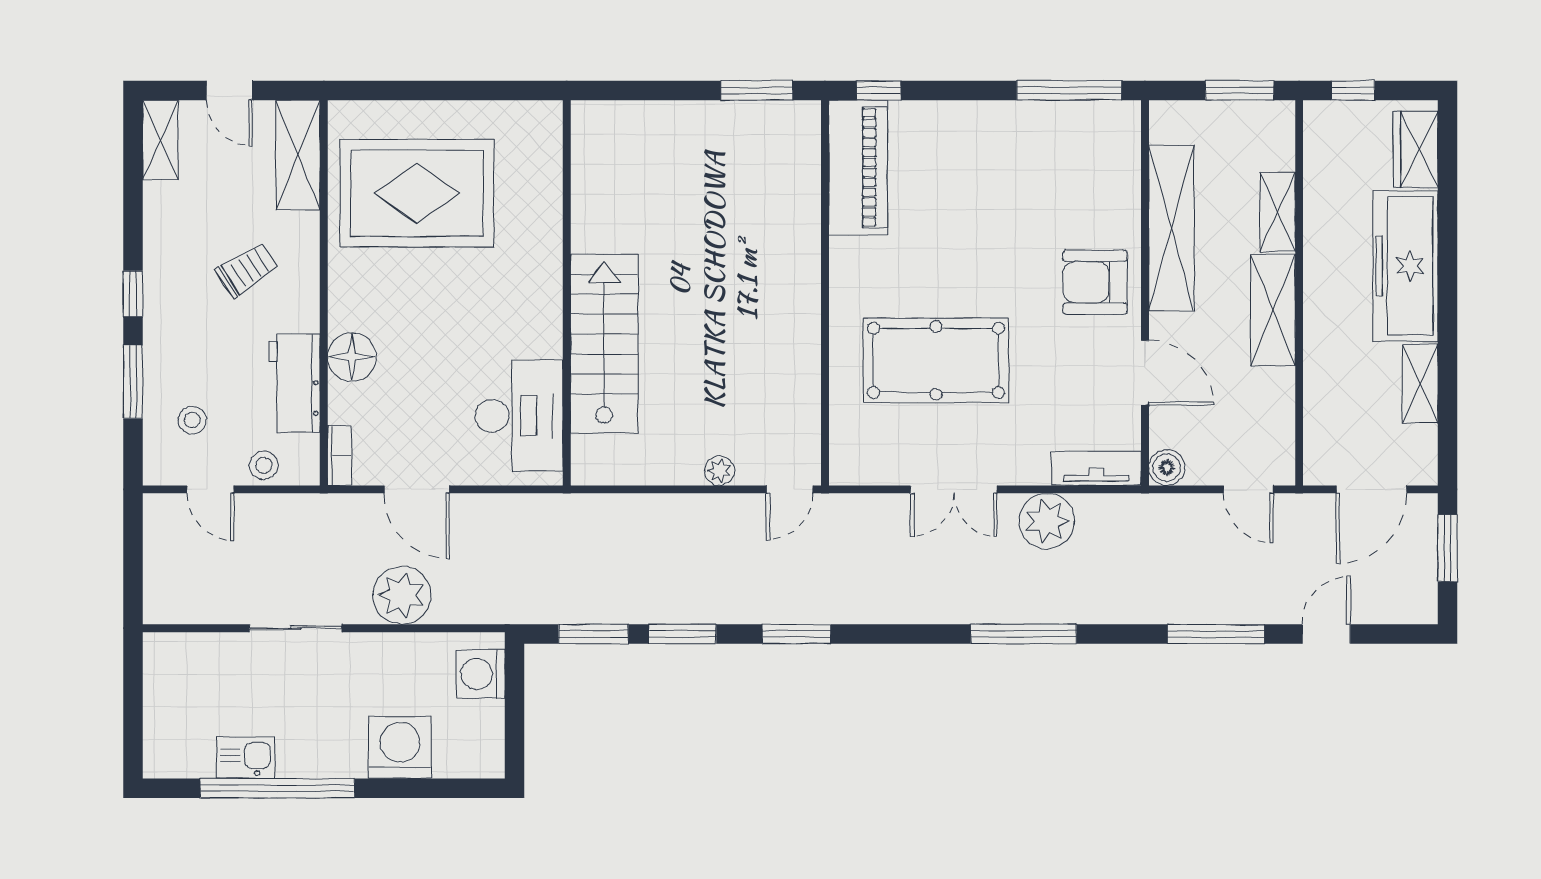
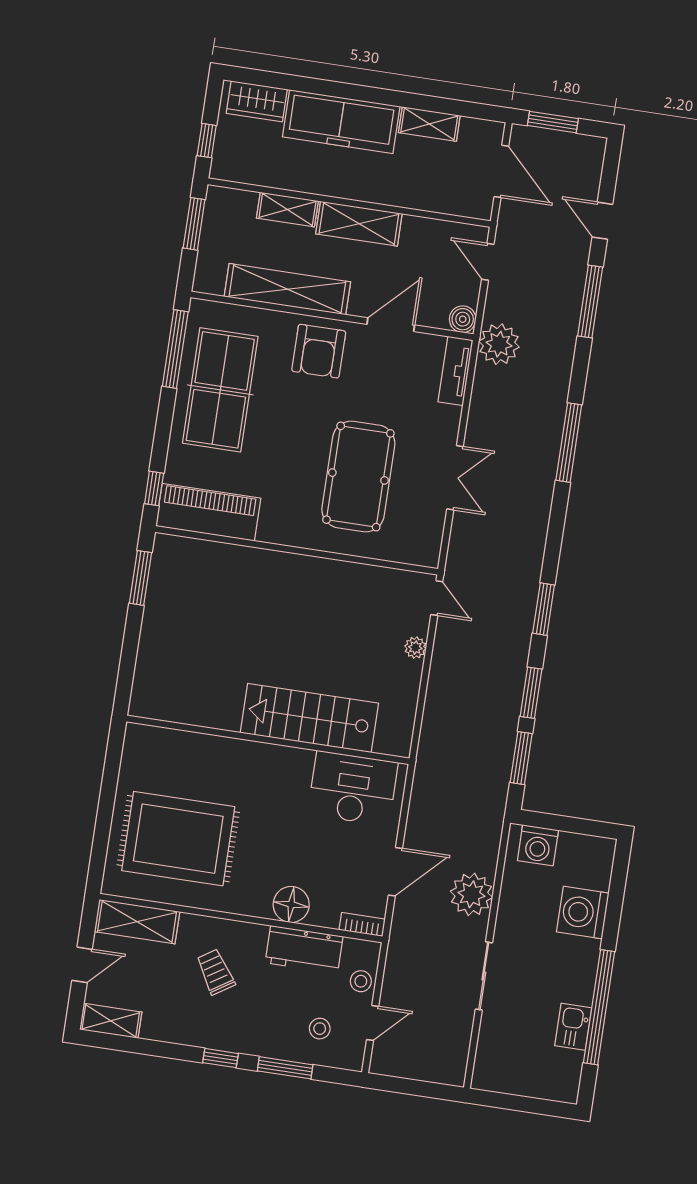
table tennis table: (1024, 159) -> (220, 390), added
rug: (417, 193) -> (178, 839), turned 90
door: (1248, 489) -> (488, 262), swing flipped
plant: (1047, 521) -> (499, 344), moved

